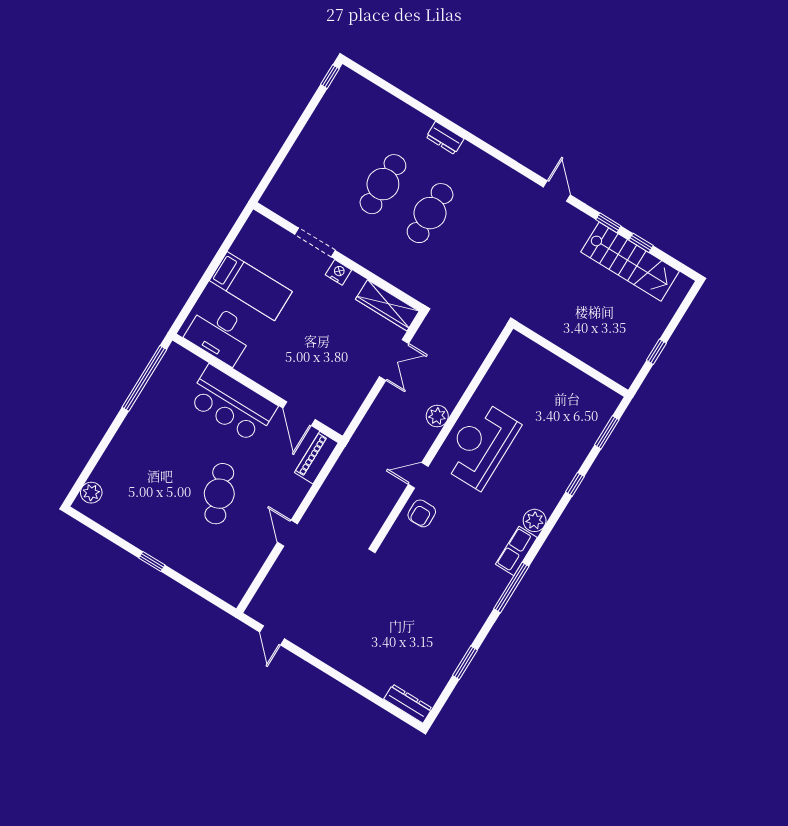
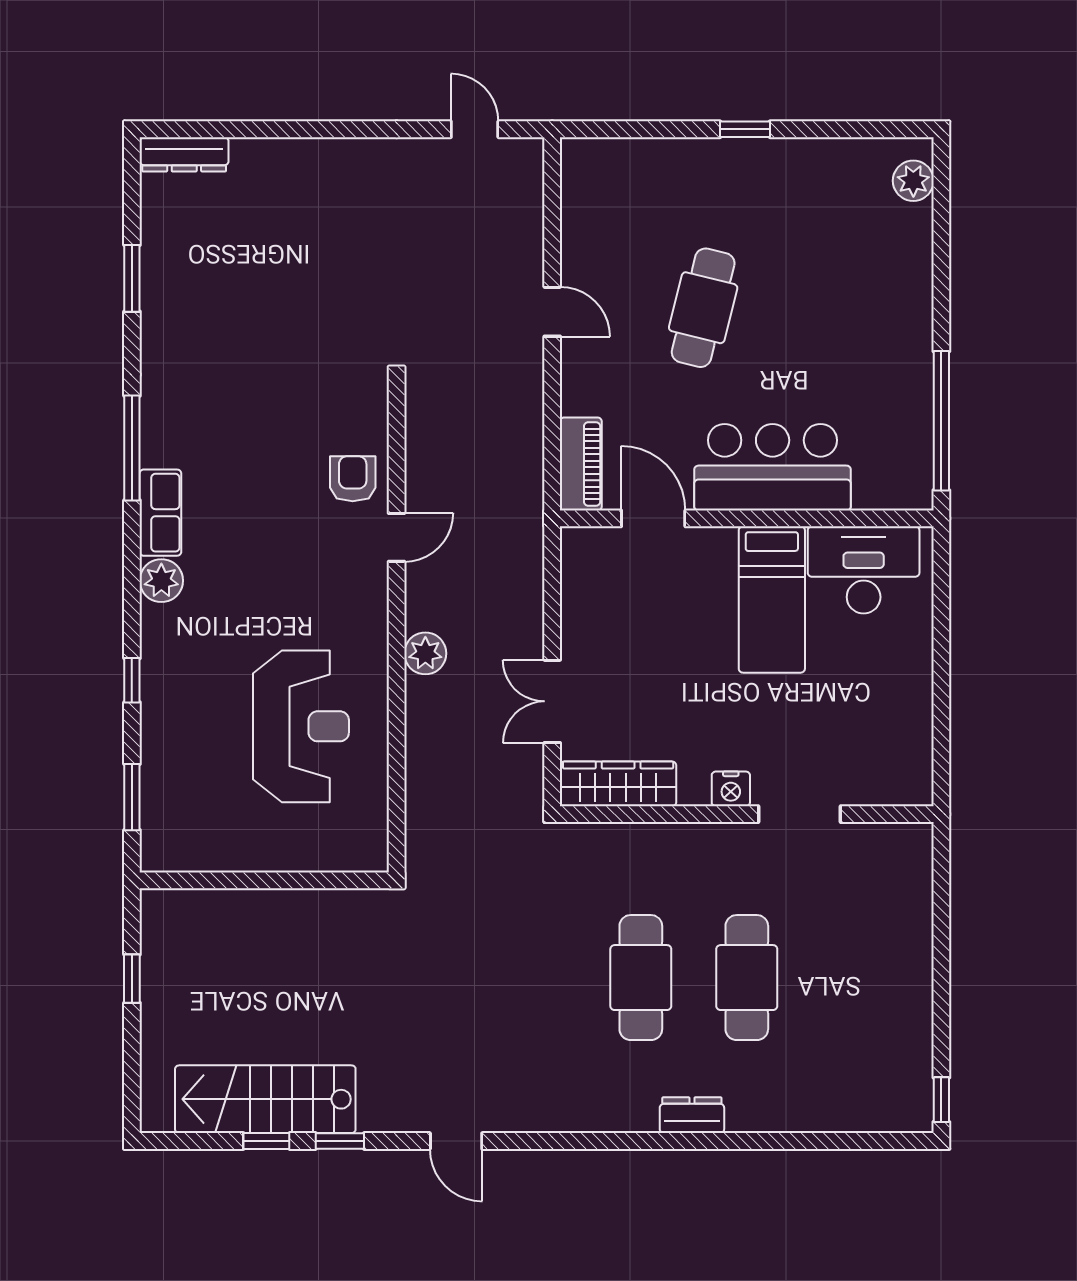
bed: (251, 286) -> (772, 599), moved, turned -90
reception desk: (480, 445) -> (301, 726), moved
cafe table: (219, 494) -> (703, 308), turned 35

